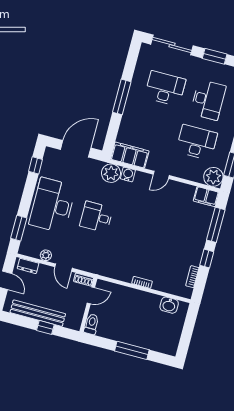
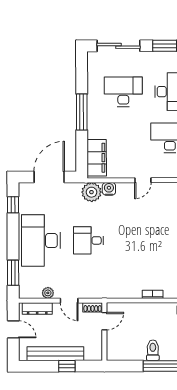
filing cabinet: (130, 155) -> (97, 158), moved, turned 90
dresser: (28, 266) -> (37, 308), width x1.44
toilet: (92, 324) -> (153, 350), moved

